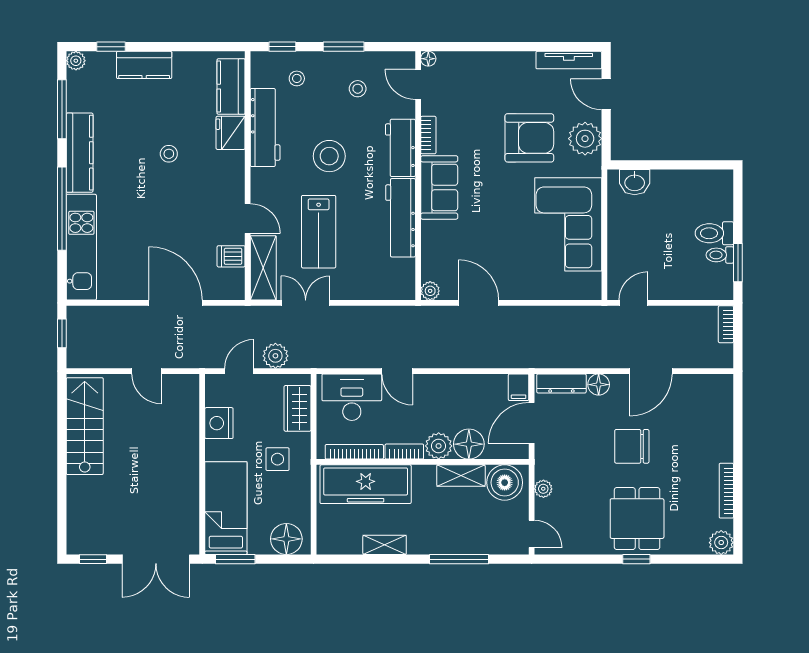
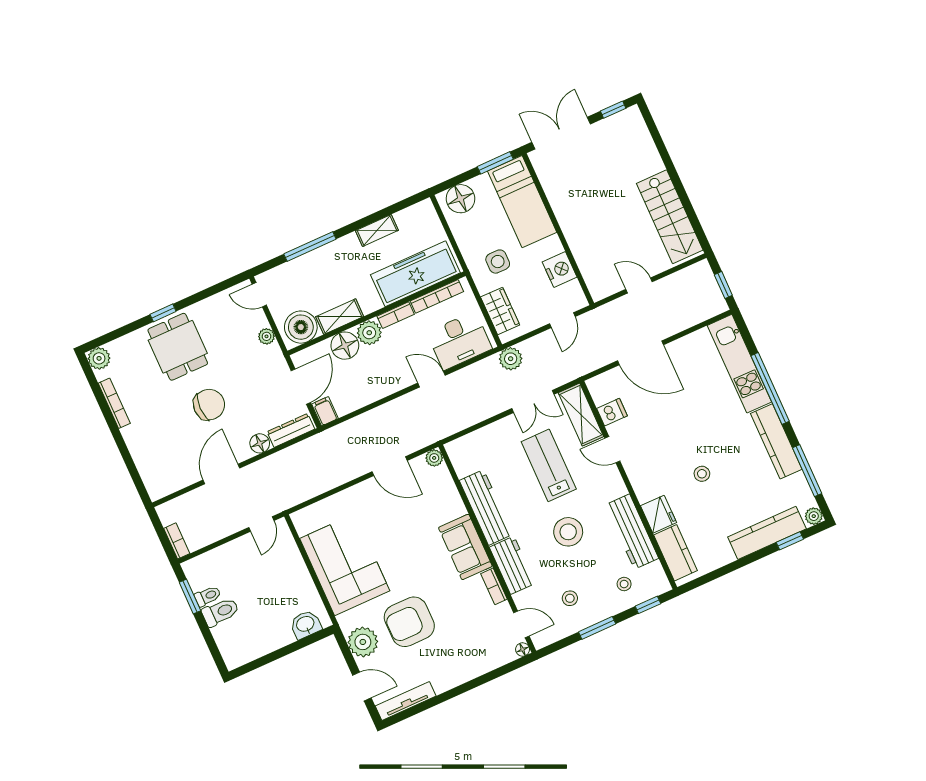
kitchen counter: (144, 65) -> (767, 533), width x1.50
plant: (275, 356) -> (511, 359), moved

